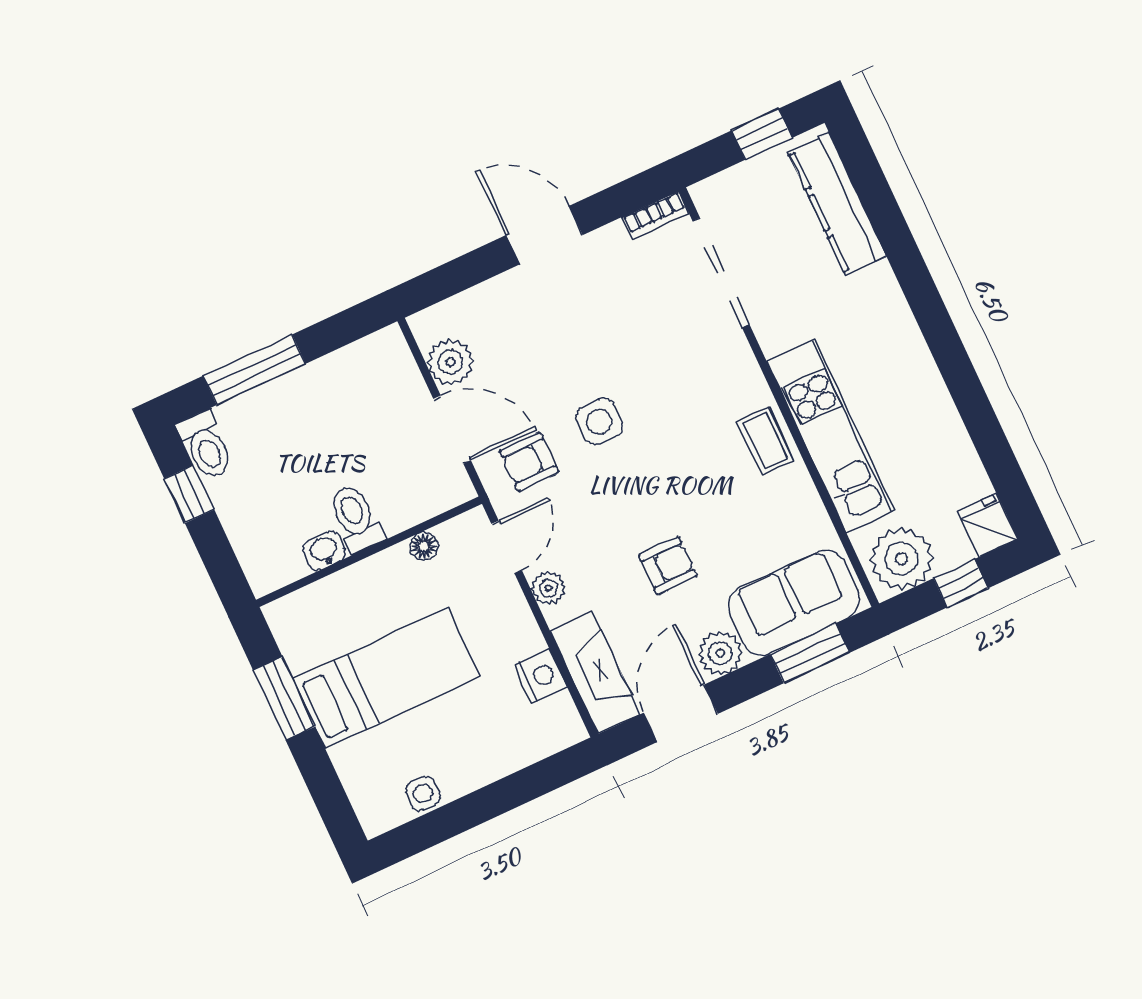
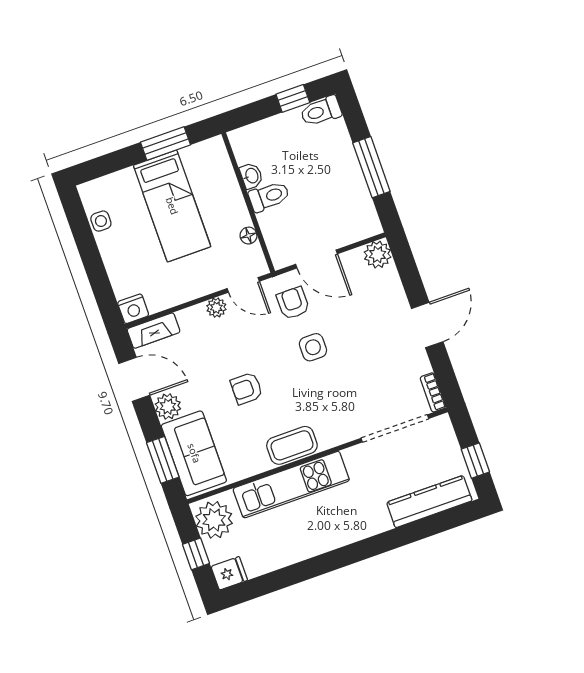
plant: (450, 362) -> (378, 255), moved
window: (254, 370) -> (371, 167), moved
door: (452, 430) -> (316, 259), hinge flipped
coffee table: (765, 441) -> (292, 445), width x1.36, depth x1.30
armchair: (668, 566) -> (247, 388), moved, turned 90
fireplace: (595, 673) -> (154, 331), width x0.73, depth x0.76
nightstand: (540, 676) -> (133, 309), moved

